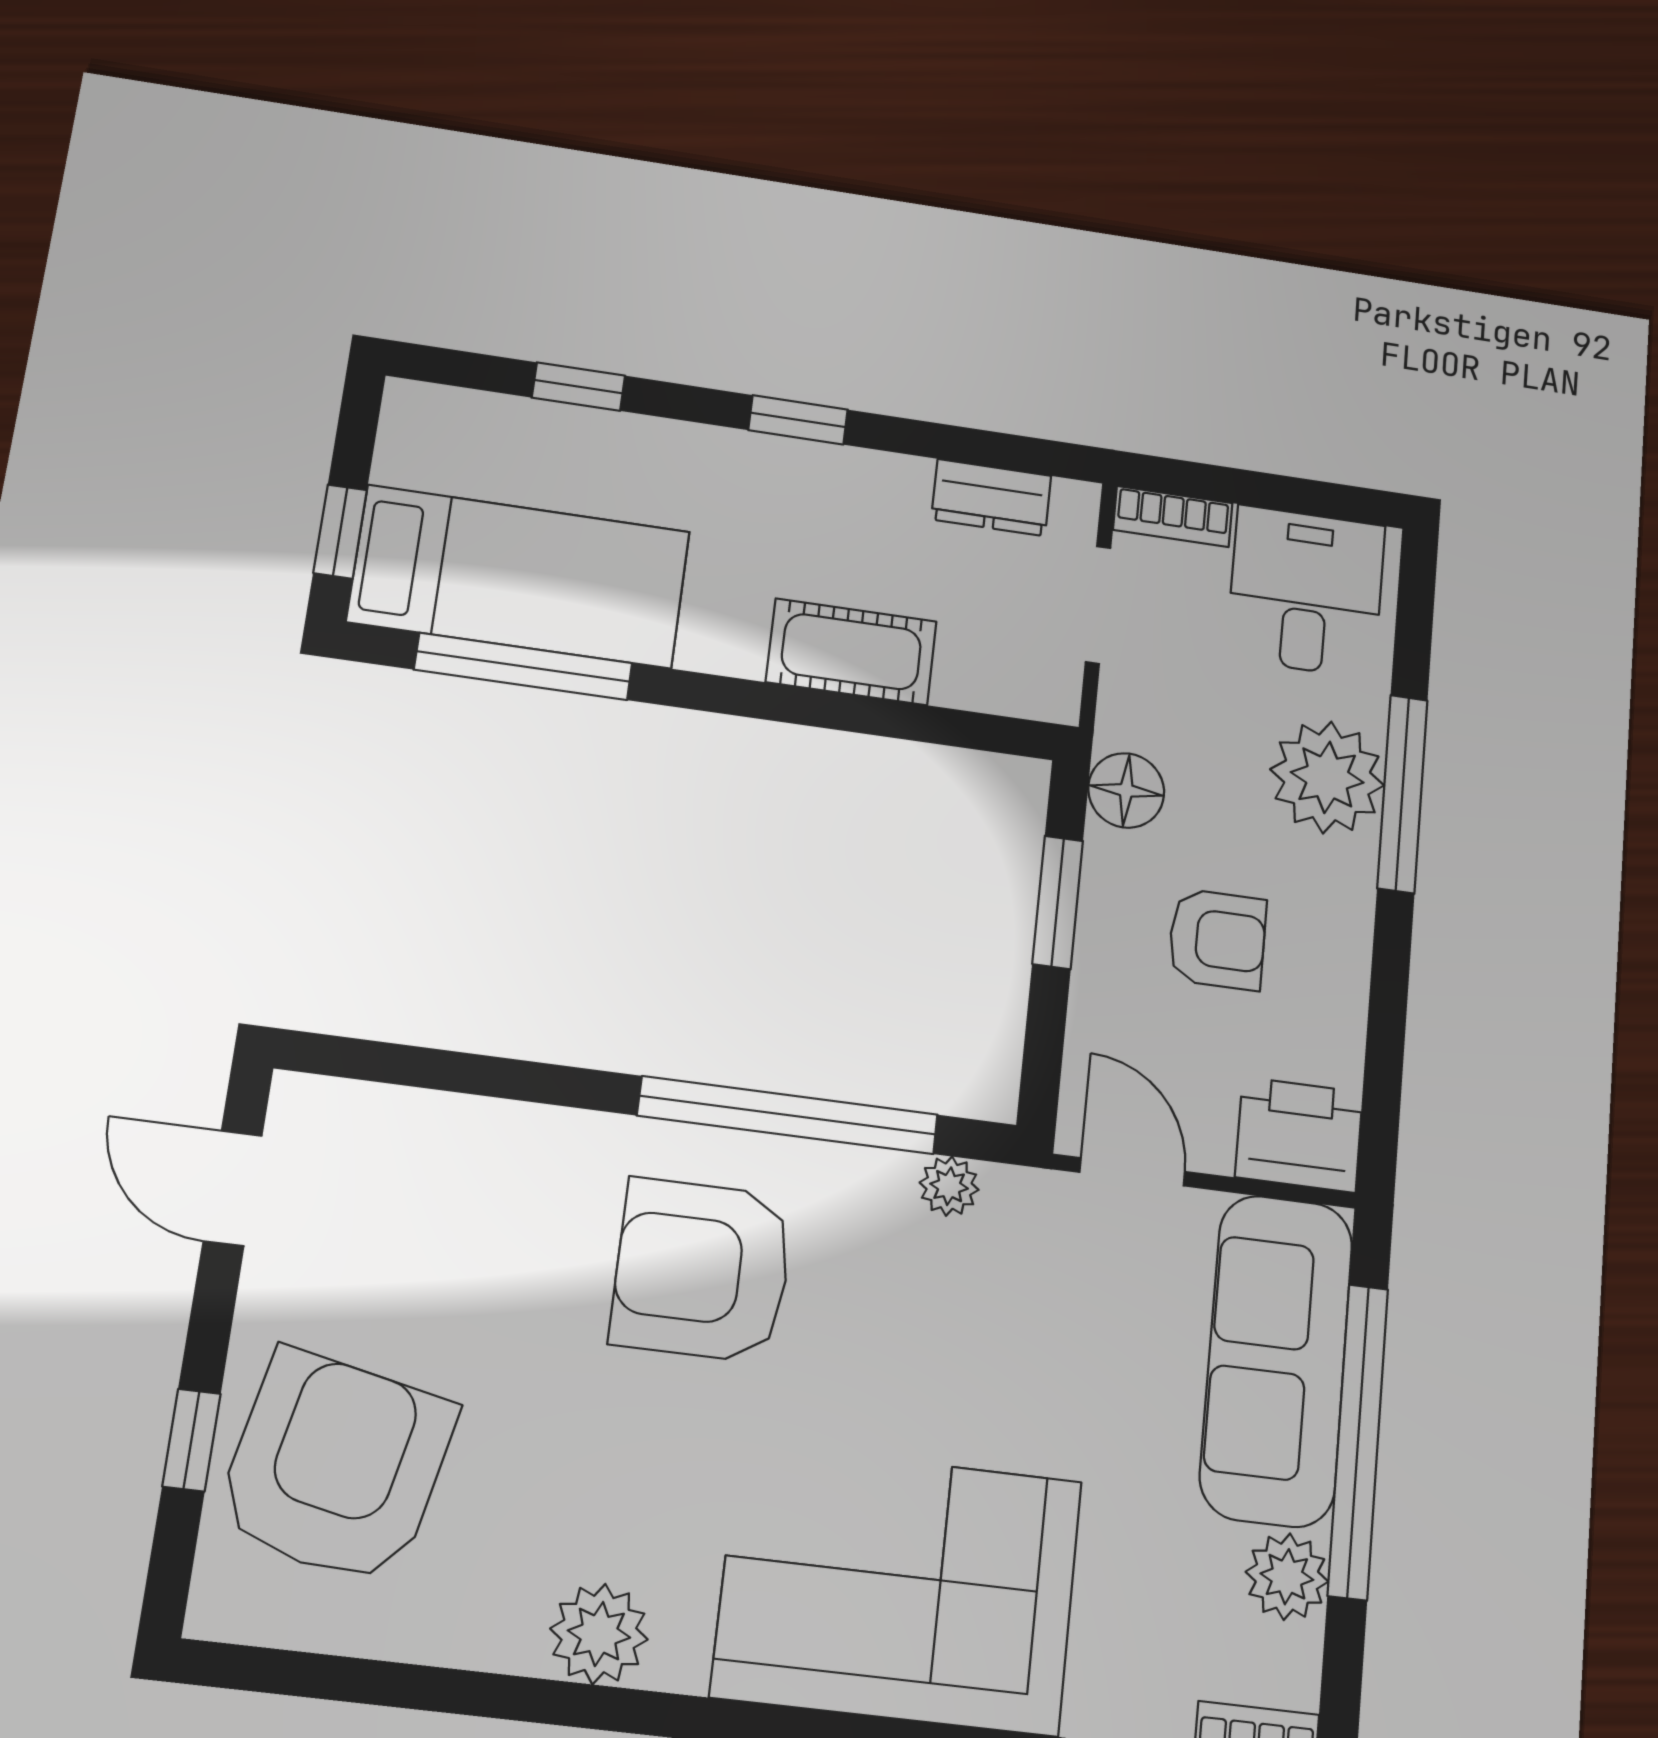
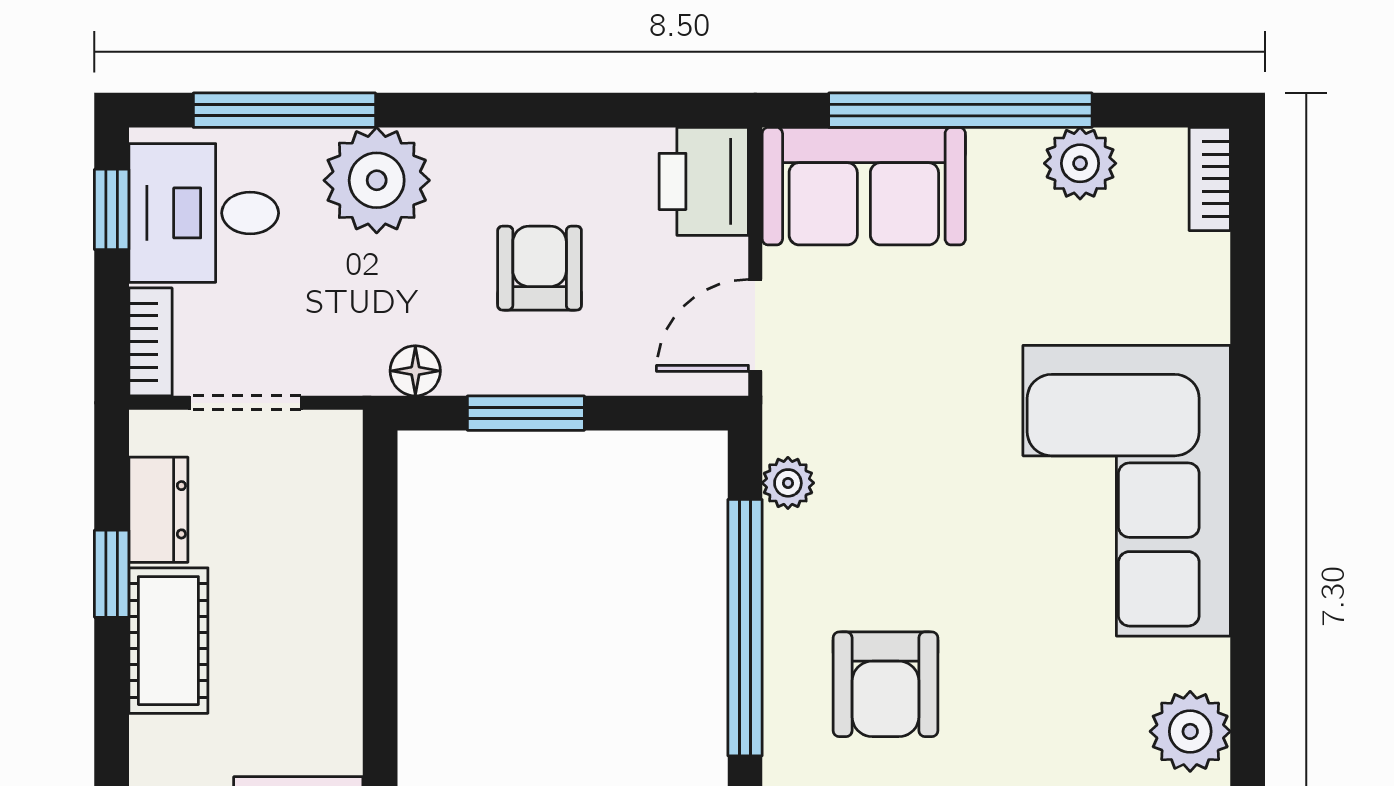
window: (798, 420) -> (112, 574), moved
window: (1317, 498) -> (112, 209), added
cot: (851, 652) -> (168, 641), moved
floor lamp: (1126, 790) -> (415, 371), width x0.73, depth x0.73
window: (1402, 794) -> (284, 110), moved
armchair: (702, 1270) -> (885, 684), width x0.73, depth x0.73
sofa: (1277, 1360) -> (864, 186), width x0.73

